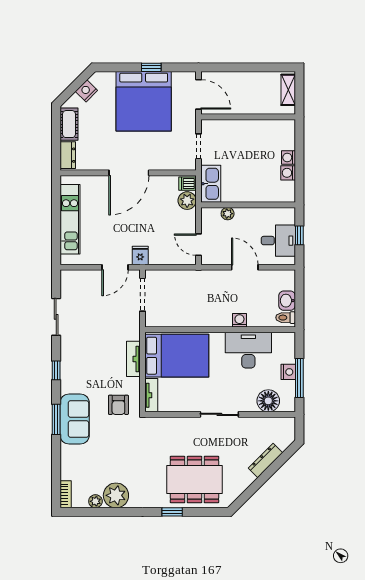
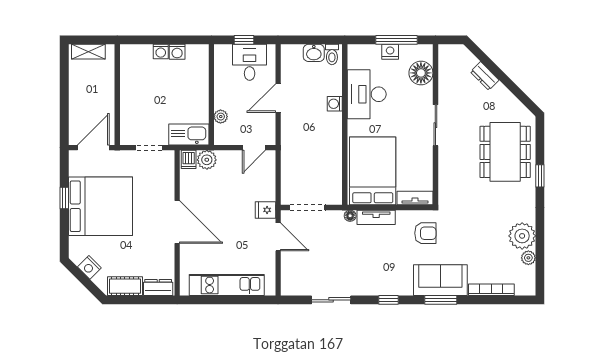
floor lamp: (135, 335) -> (350, 216), added
dresser: (265, 460) -> (485, 76), width x0.70
bookcase: (66, 494) -> (491, 290), moved, width x1.56

